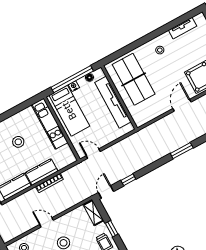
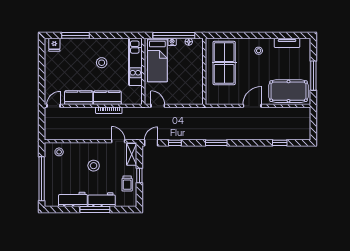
tv unit: (113, 102) -> (197, 72), removed
window: (182, 151) -> (216, 143), moved
door: (47, 222) -> (118, 141), moved

